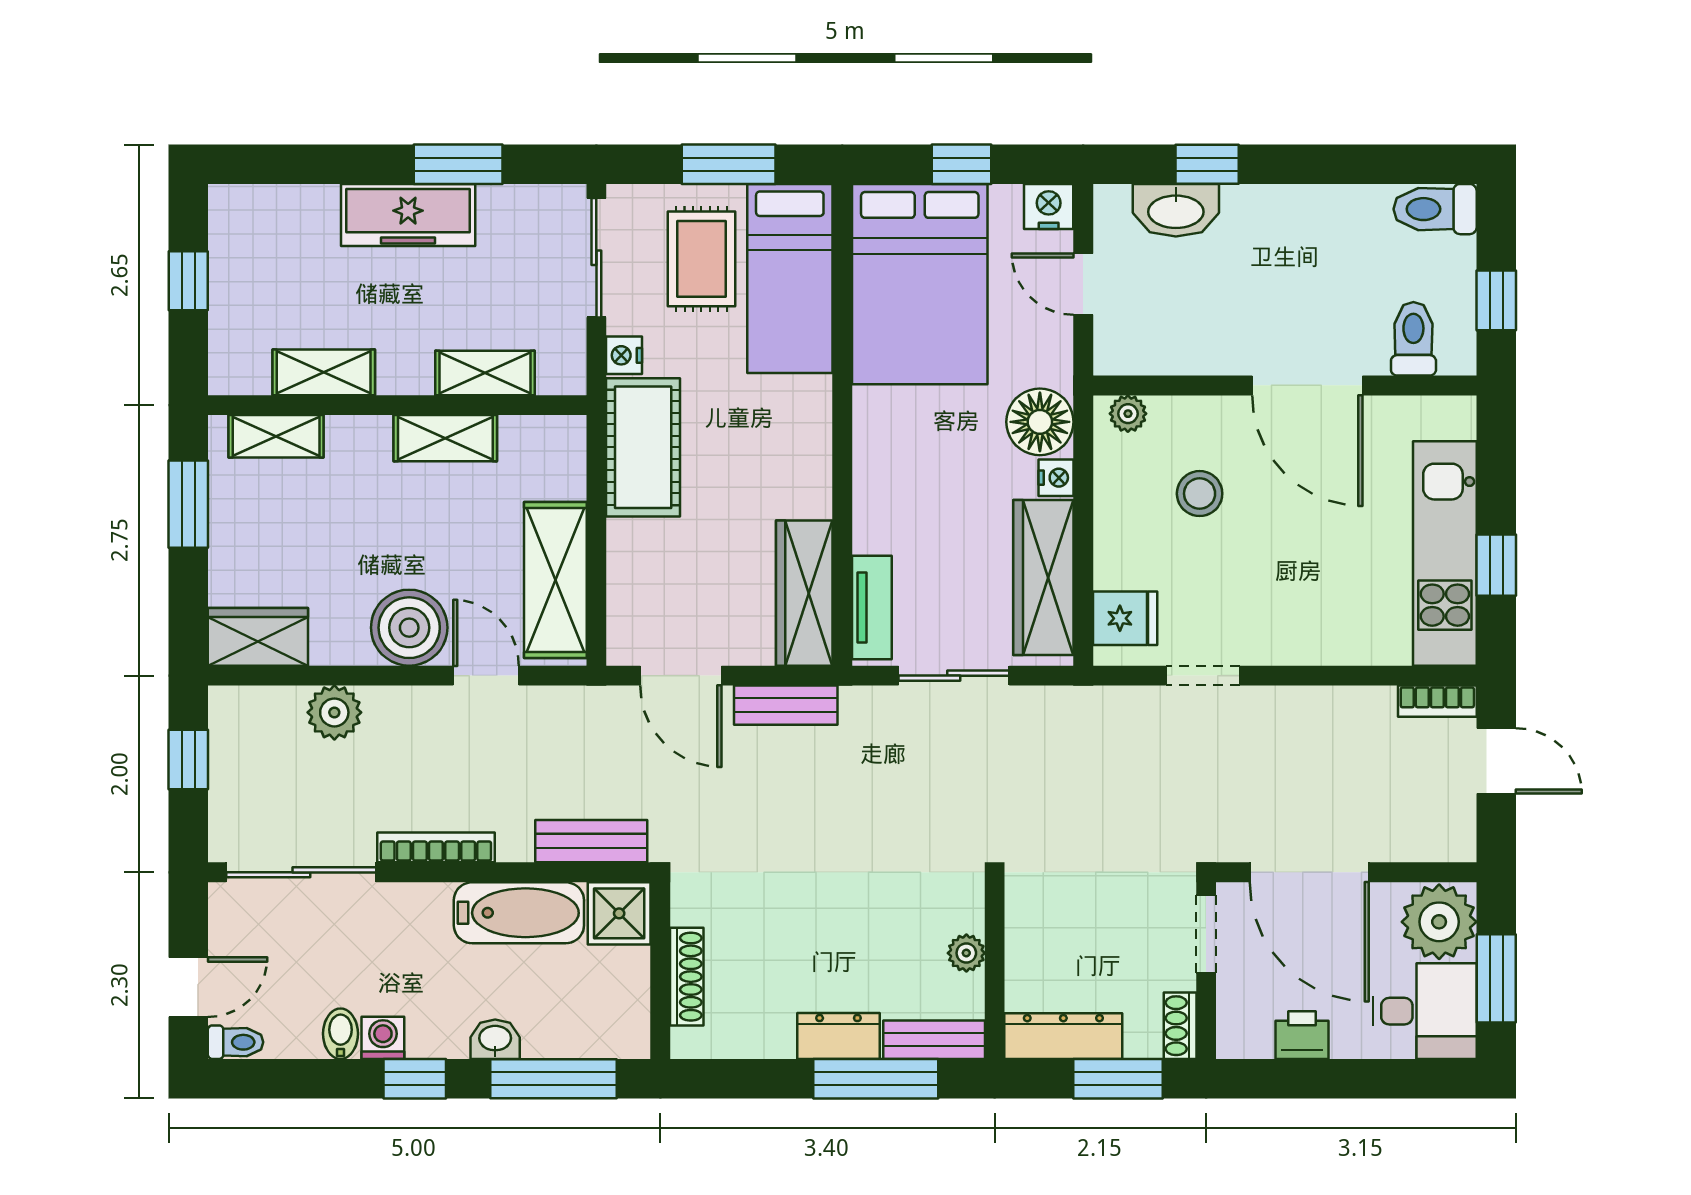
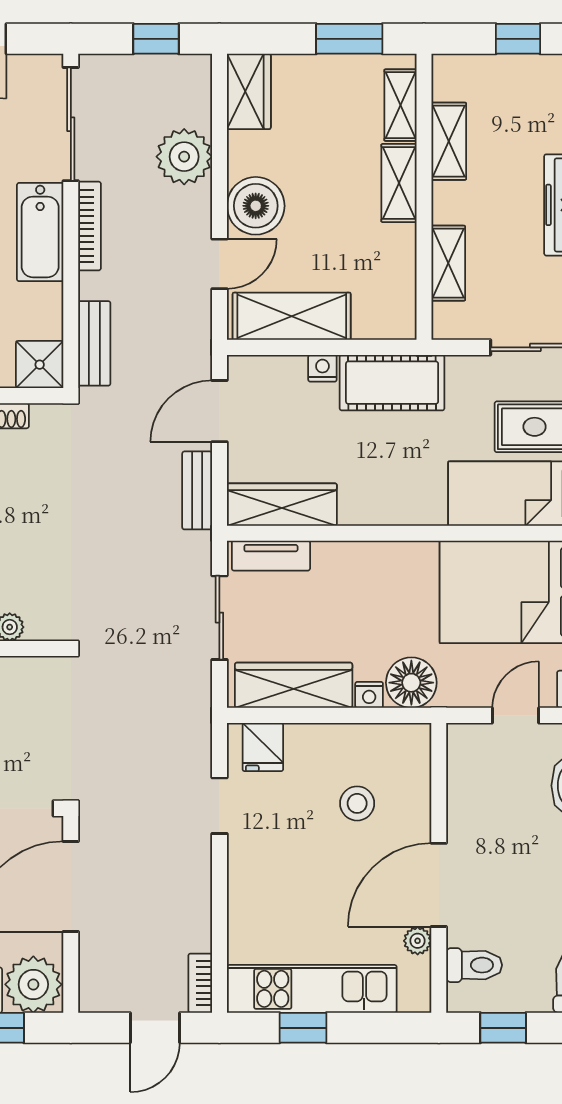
nightstand: (624, 355) -> (322, 368), moved
plant: (1128, 414) -> (418, 941), moved
shelving: (445, 438) -> (399, 183), moved
plant: (334, 712) -> (184, 157), width x1.36, depth x1.36
bathtub: (519, 913) -> (40, 232), moved

